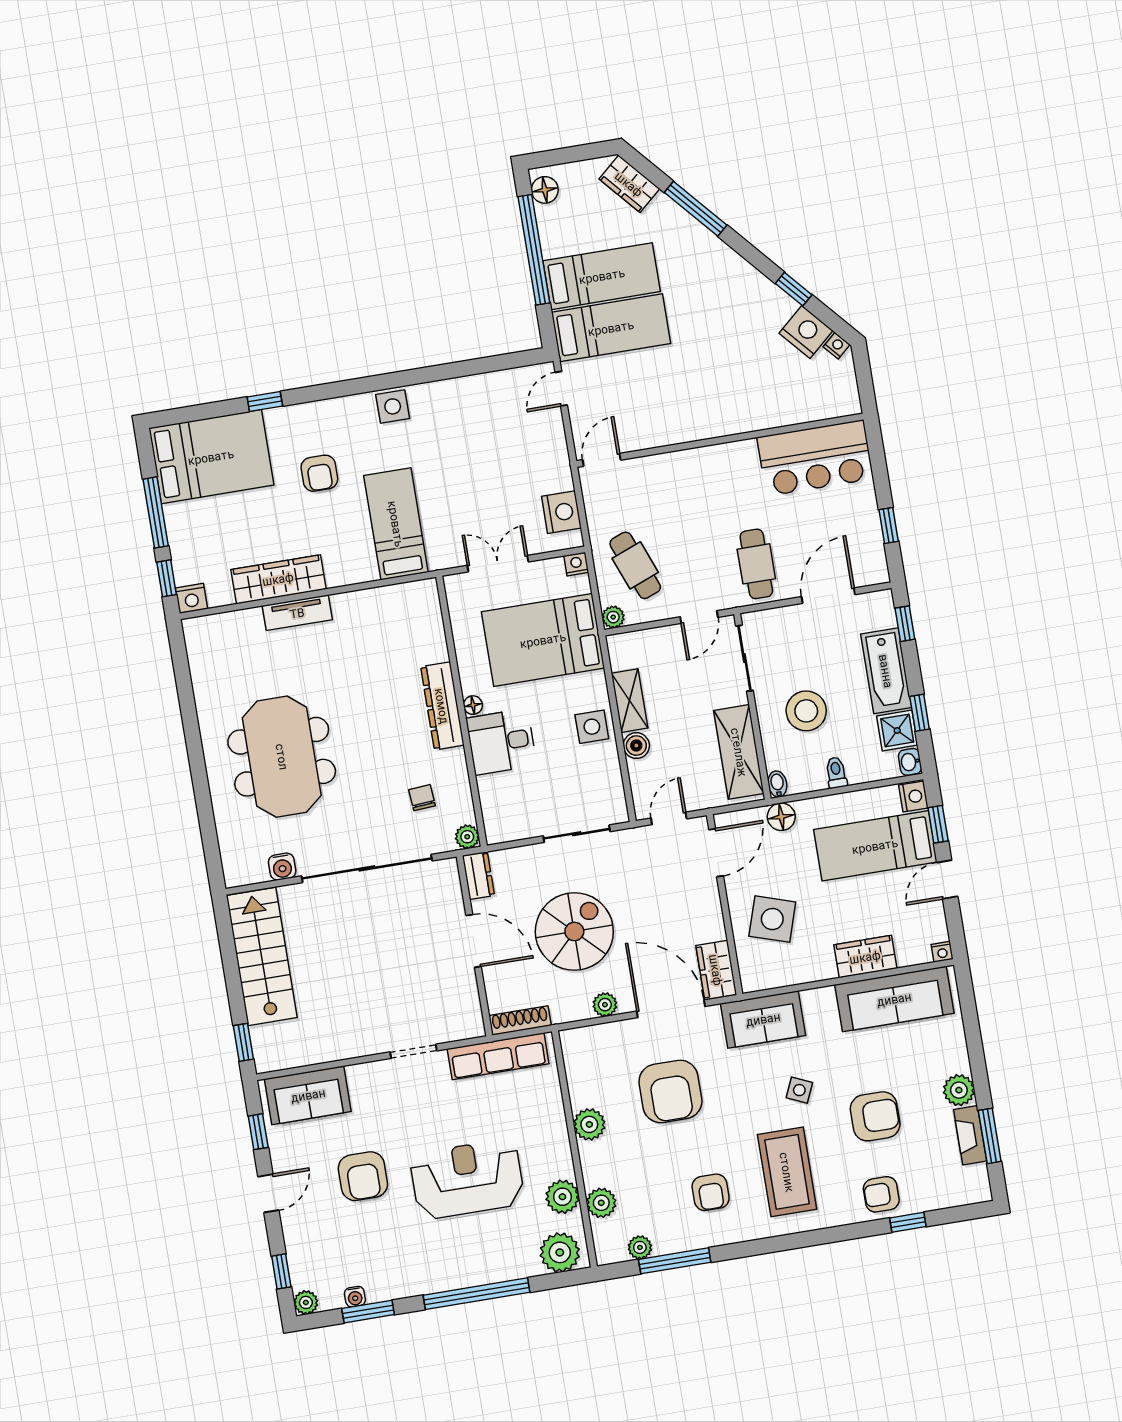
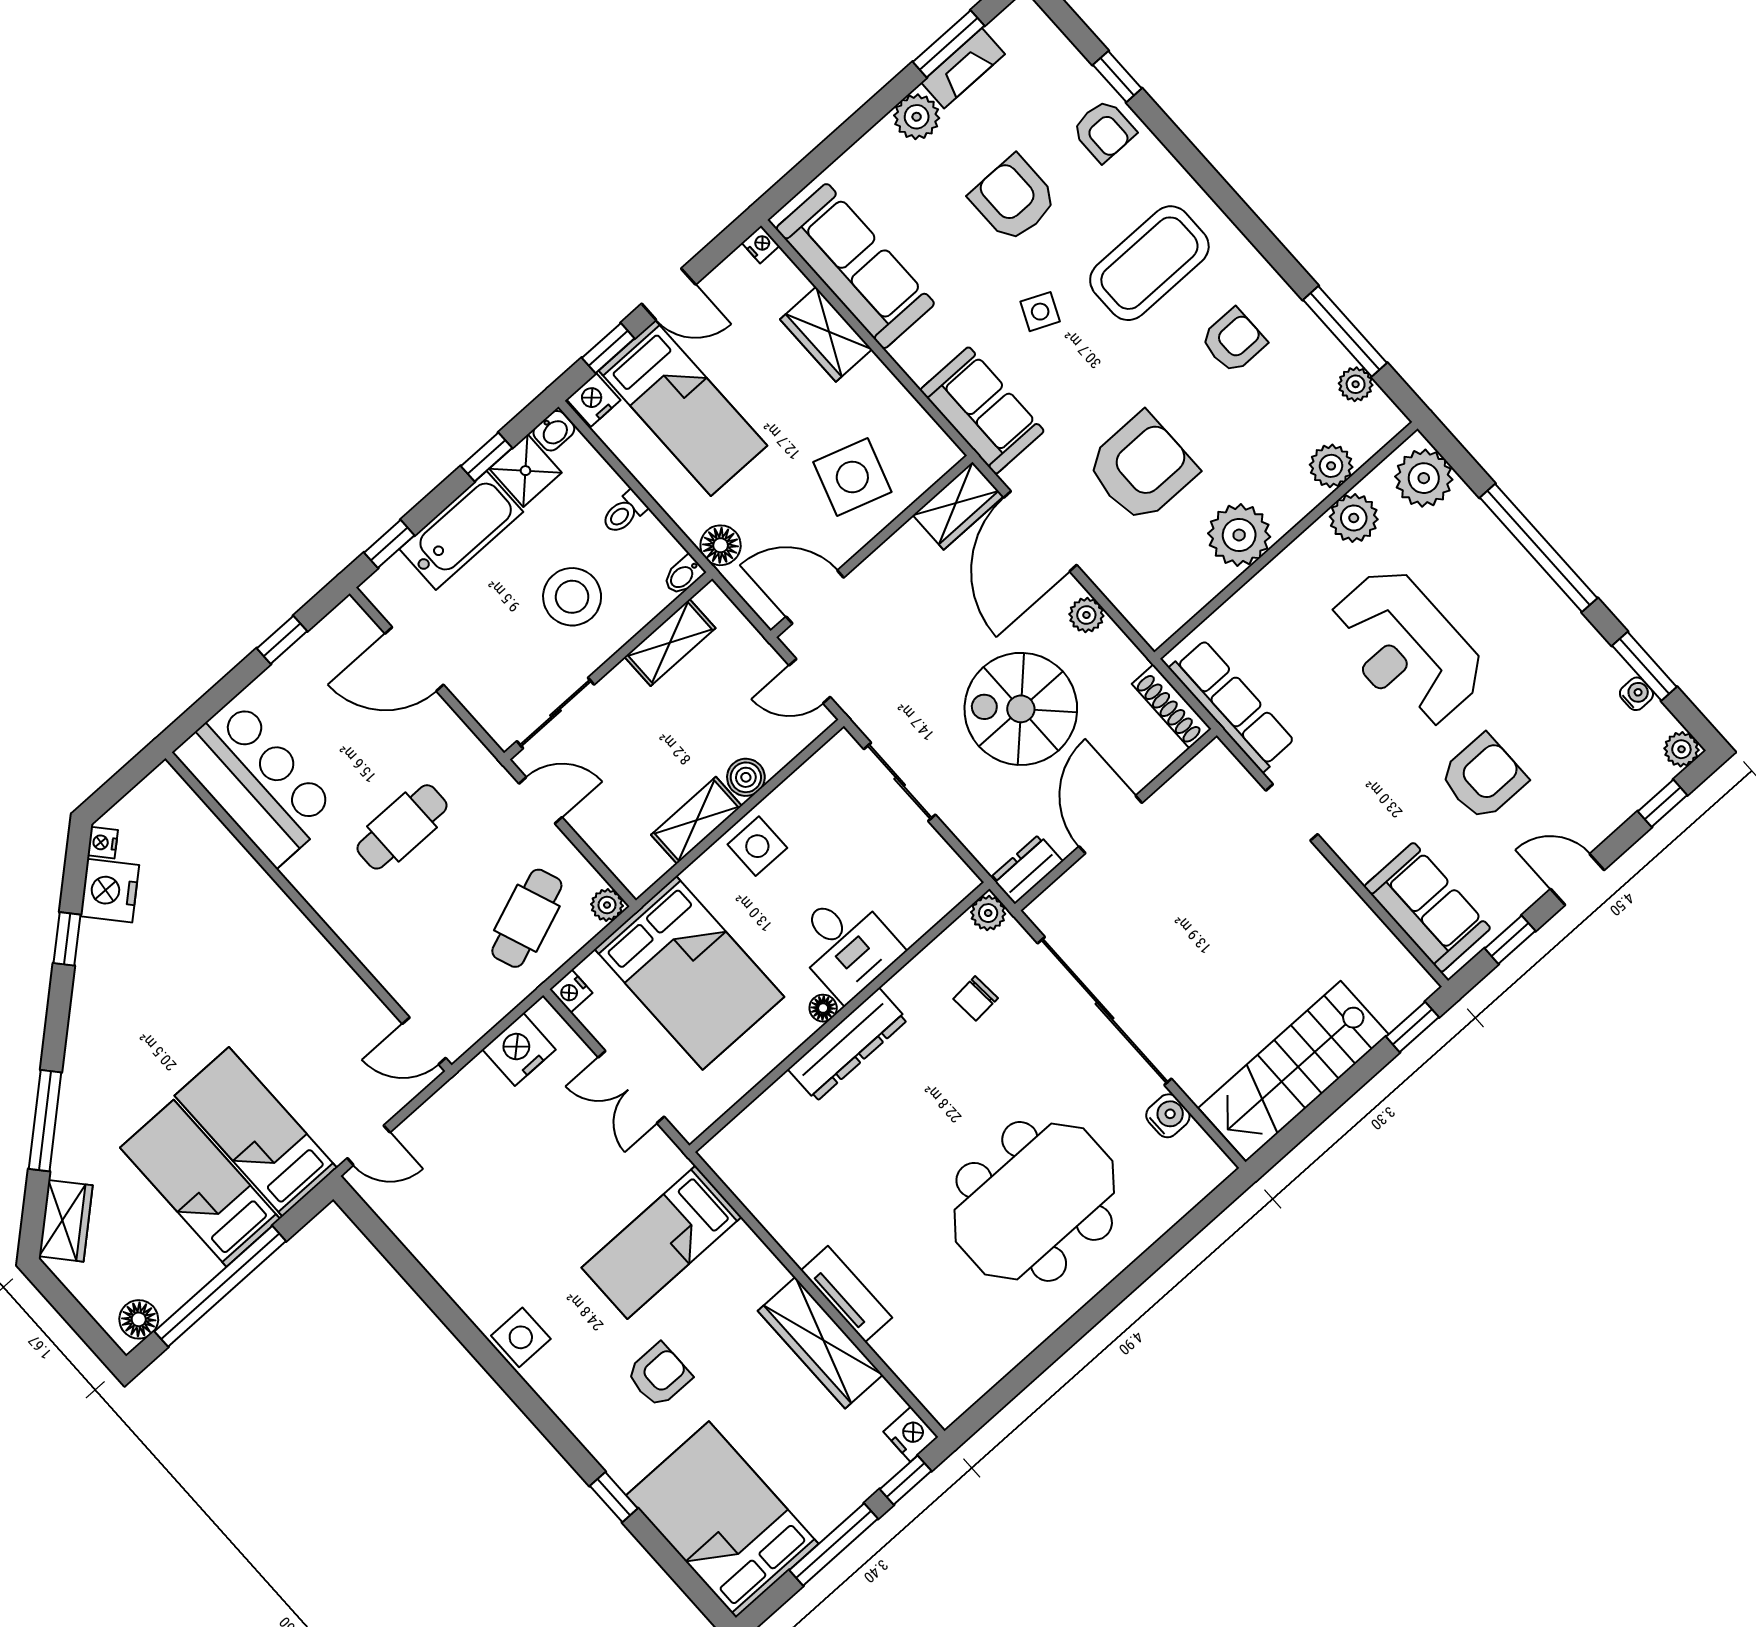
cafe table: (756, 564) -> (402, 827), moved
shelving: (739, 752) -> (670, 642), width x0.67, depth x0.75
plant: (589, 1124) -> (1239, 535), width x1.36, depth x1.36

